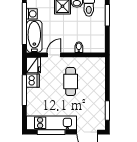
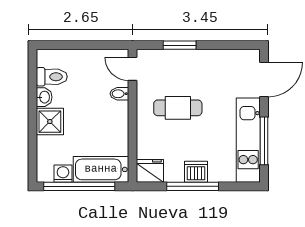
window: (107, 15) -> (65, 45), removed
door: (54, 55) -> (133, 69), moved
dishwasher: (33, 81) -> (196, 172), moved
window: (107, 111) -> (180, 45), moved

